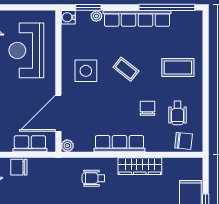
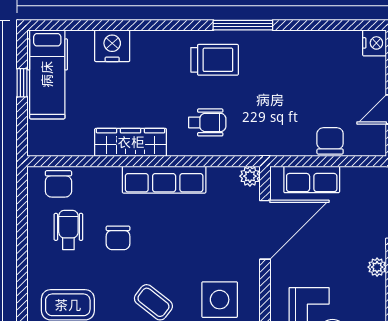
chair: (184, 141) -> (58, 184), turned -96
chair: (19, 167) -> (330, 141), turned -90

